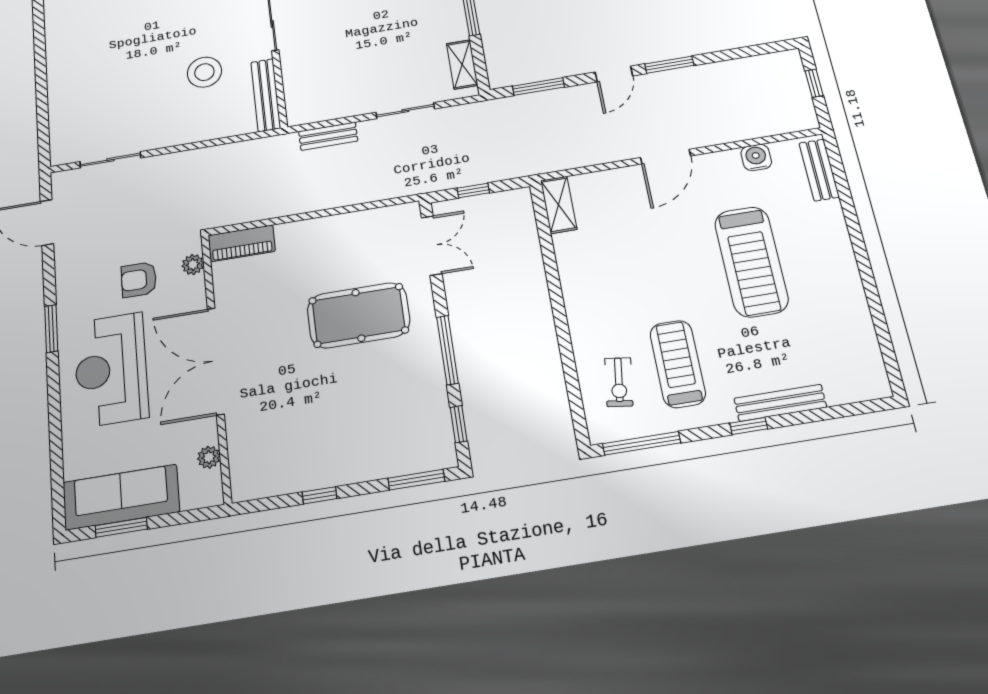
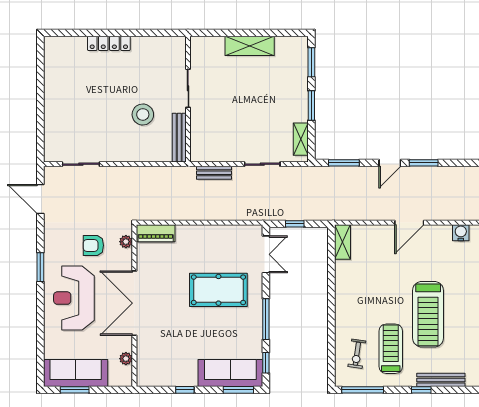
treadmill: (751, 261) -> (428, 314), moved
sofa: (398, 452) -> (230, 373), added

